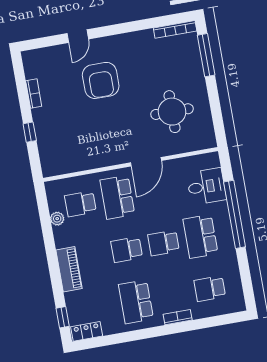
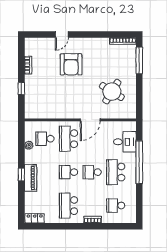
round table: (172, 112) -> (112, 92), turned 32
window: (63, 317) -> (21, 175), moved

